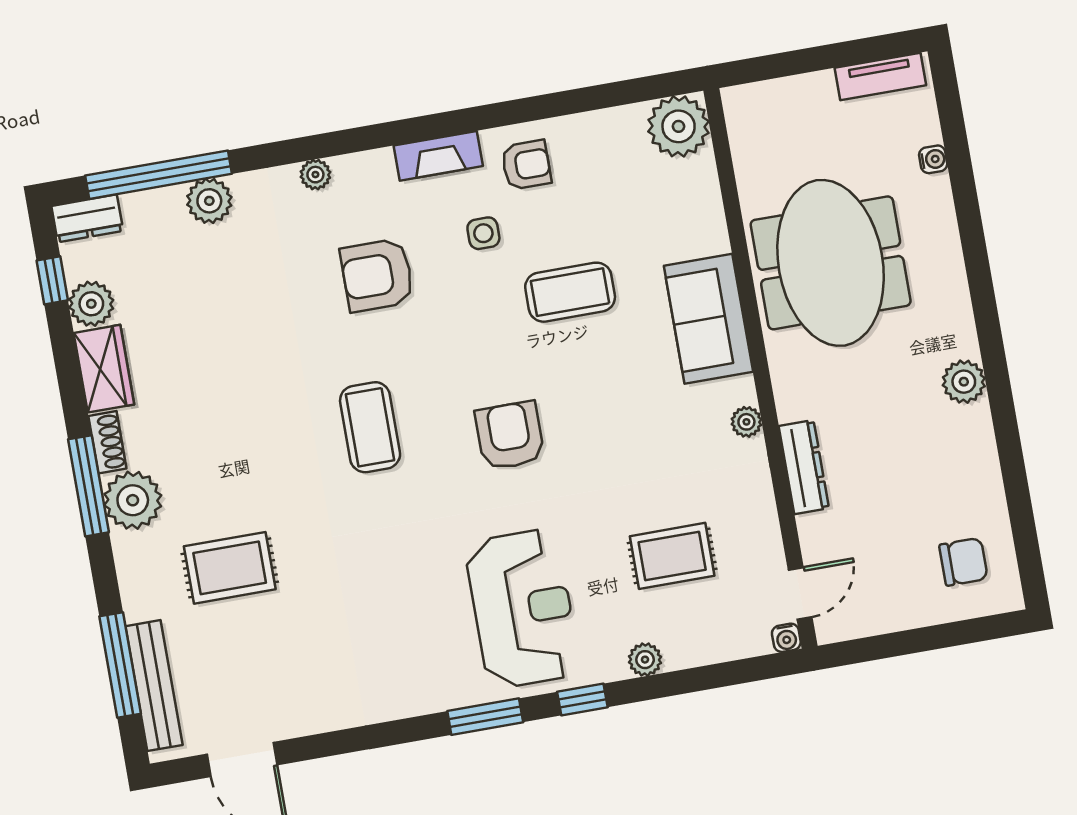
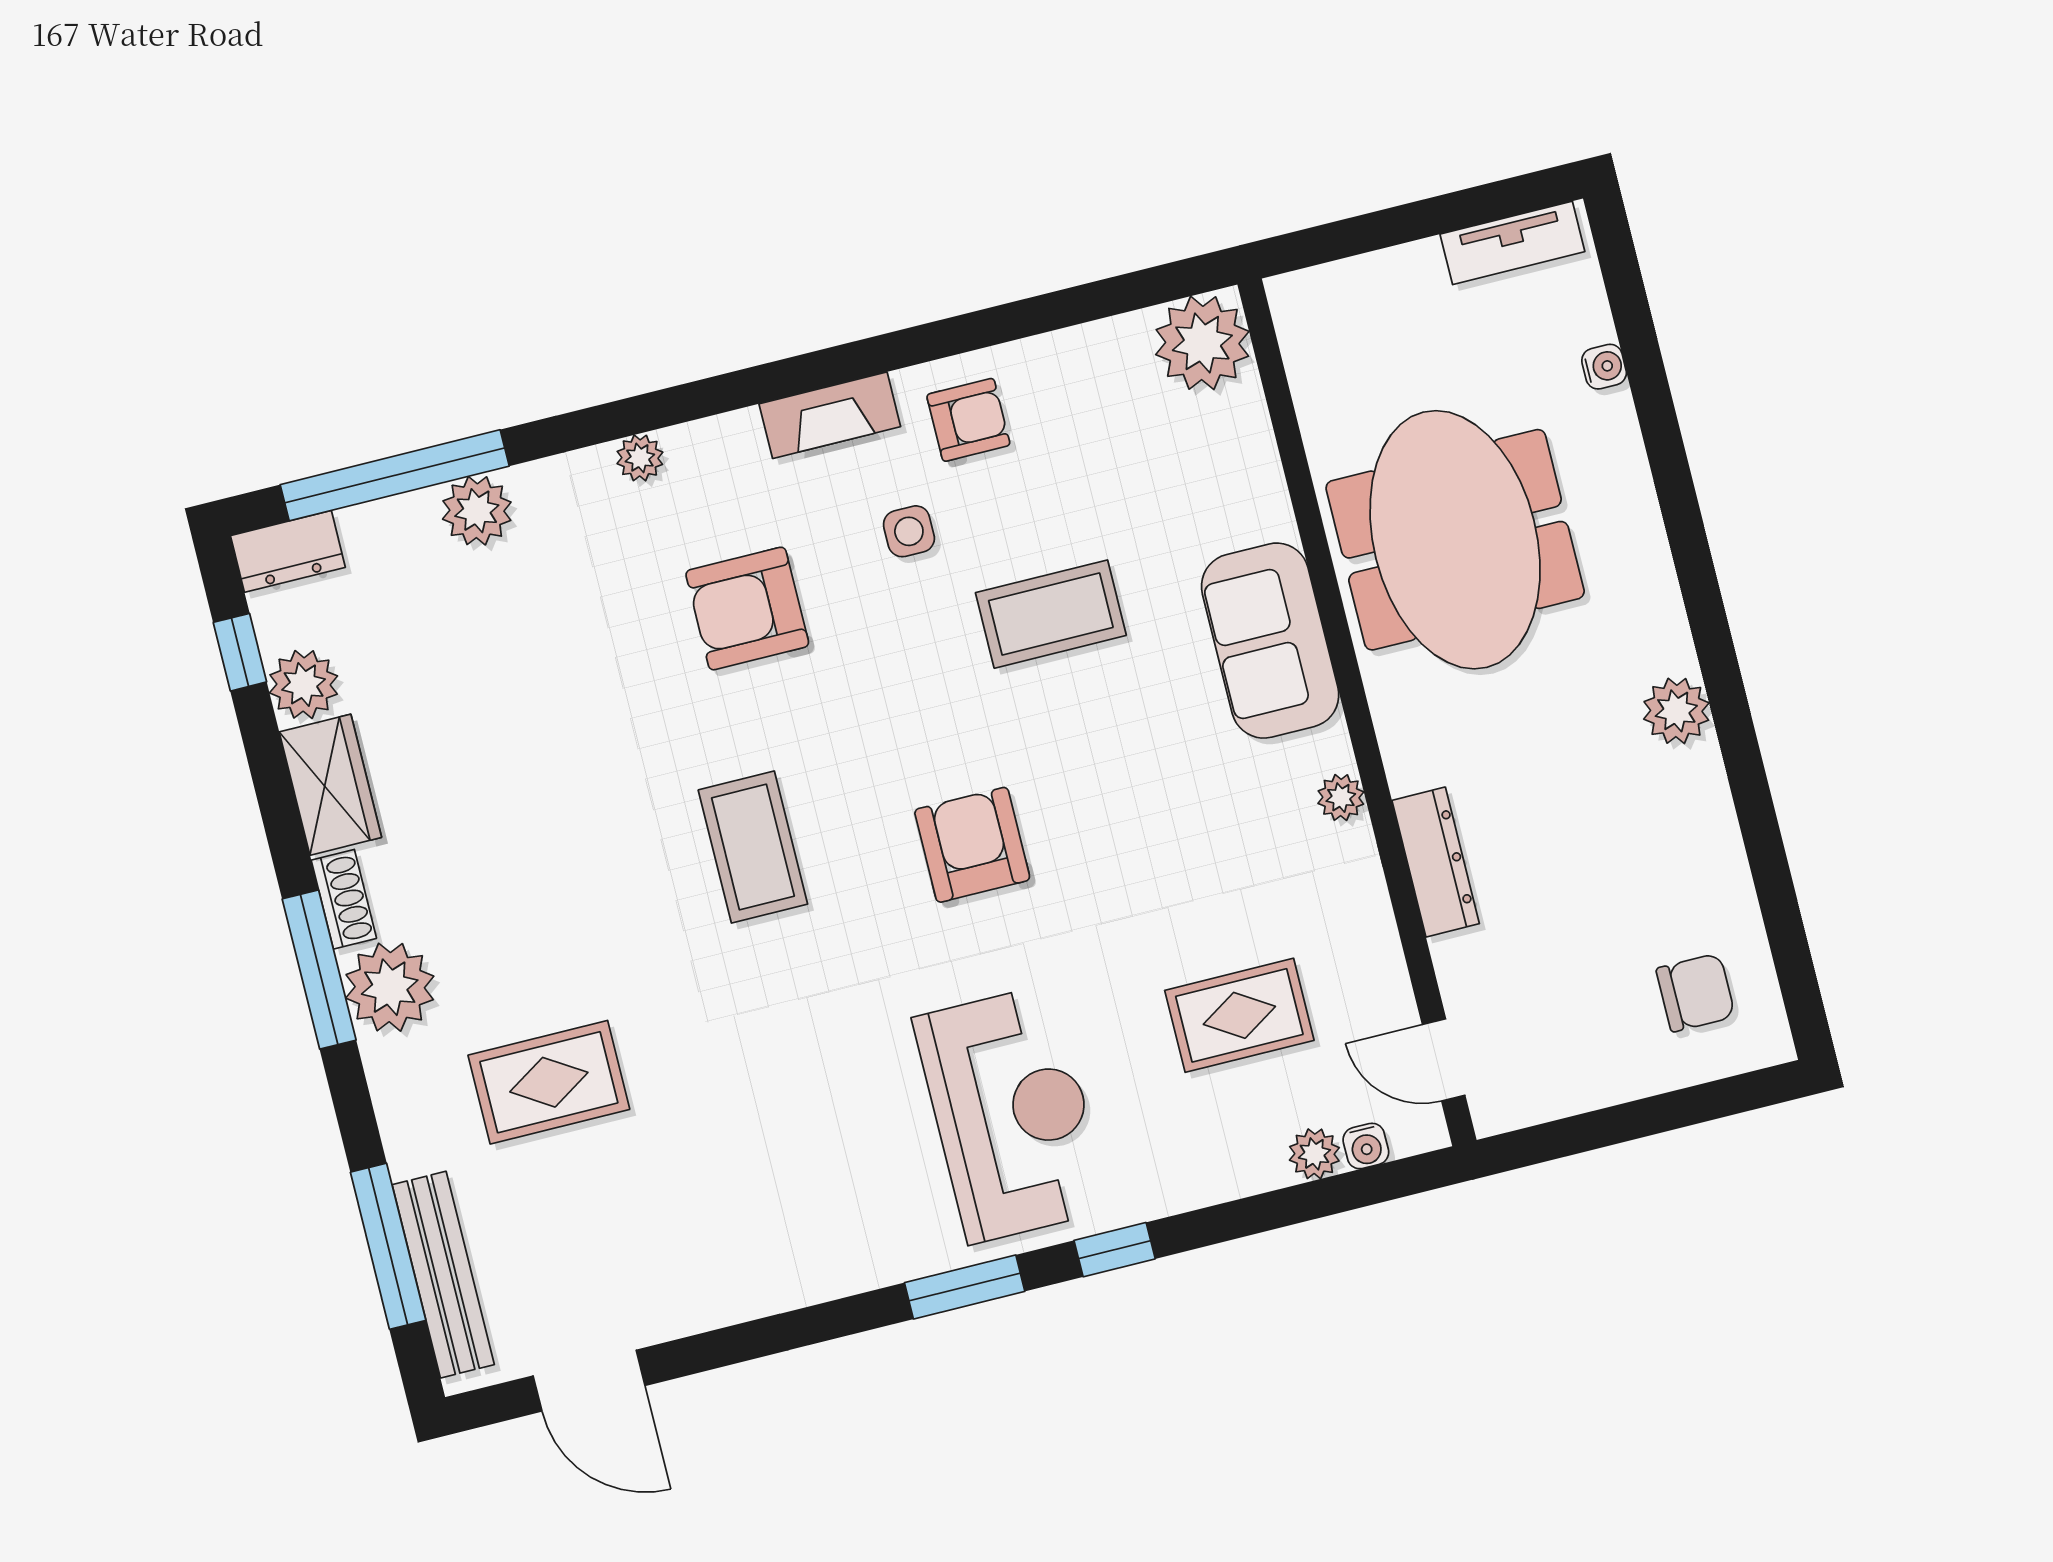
door: (800, 593) -> (1444, 1060), swing flipped
water cooler: (786, 638) -> (1366, 1146), moved
plant: (645, 660) -> (1314, 1154), moved

